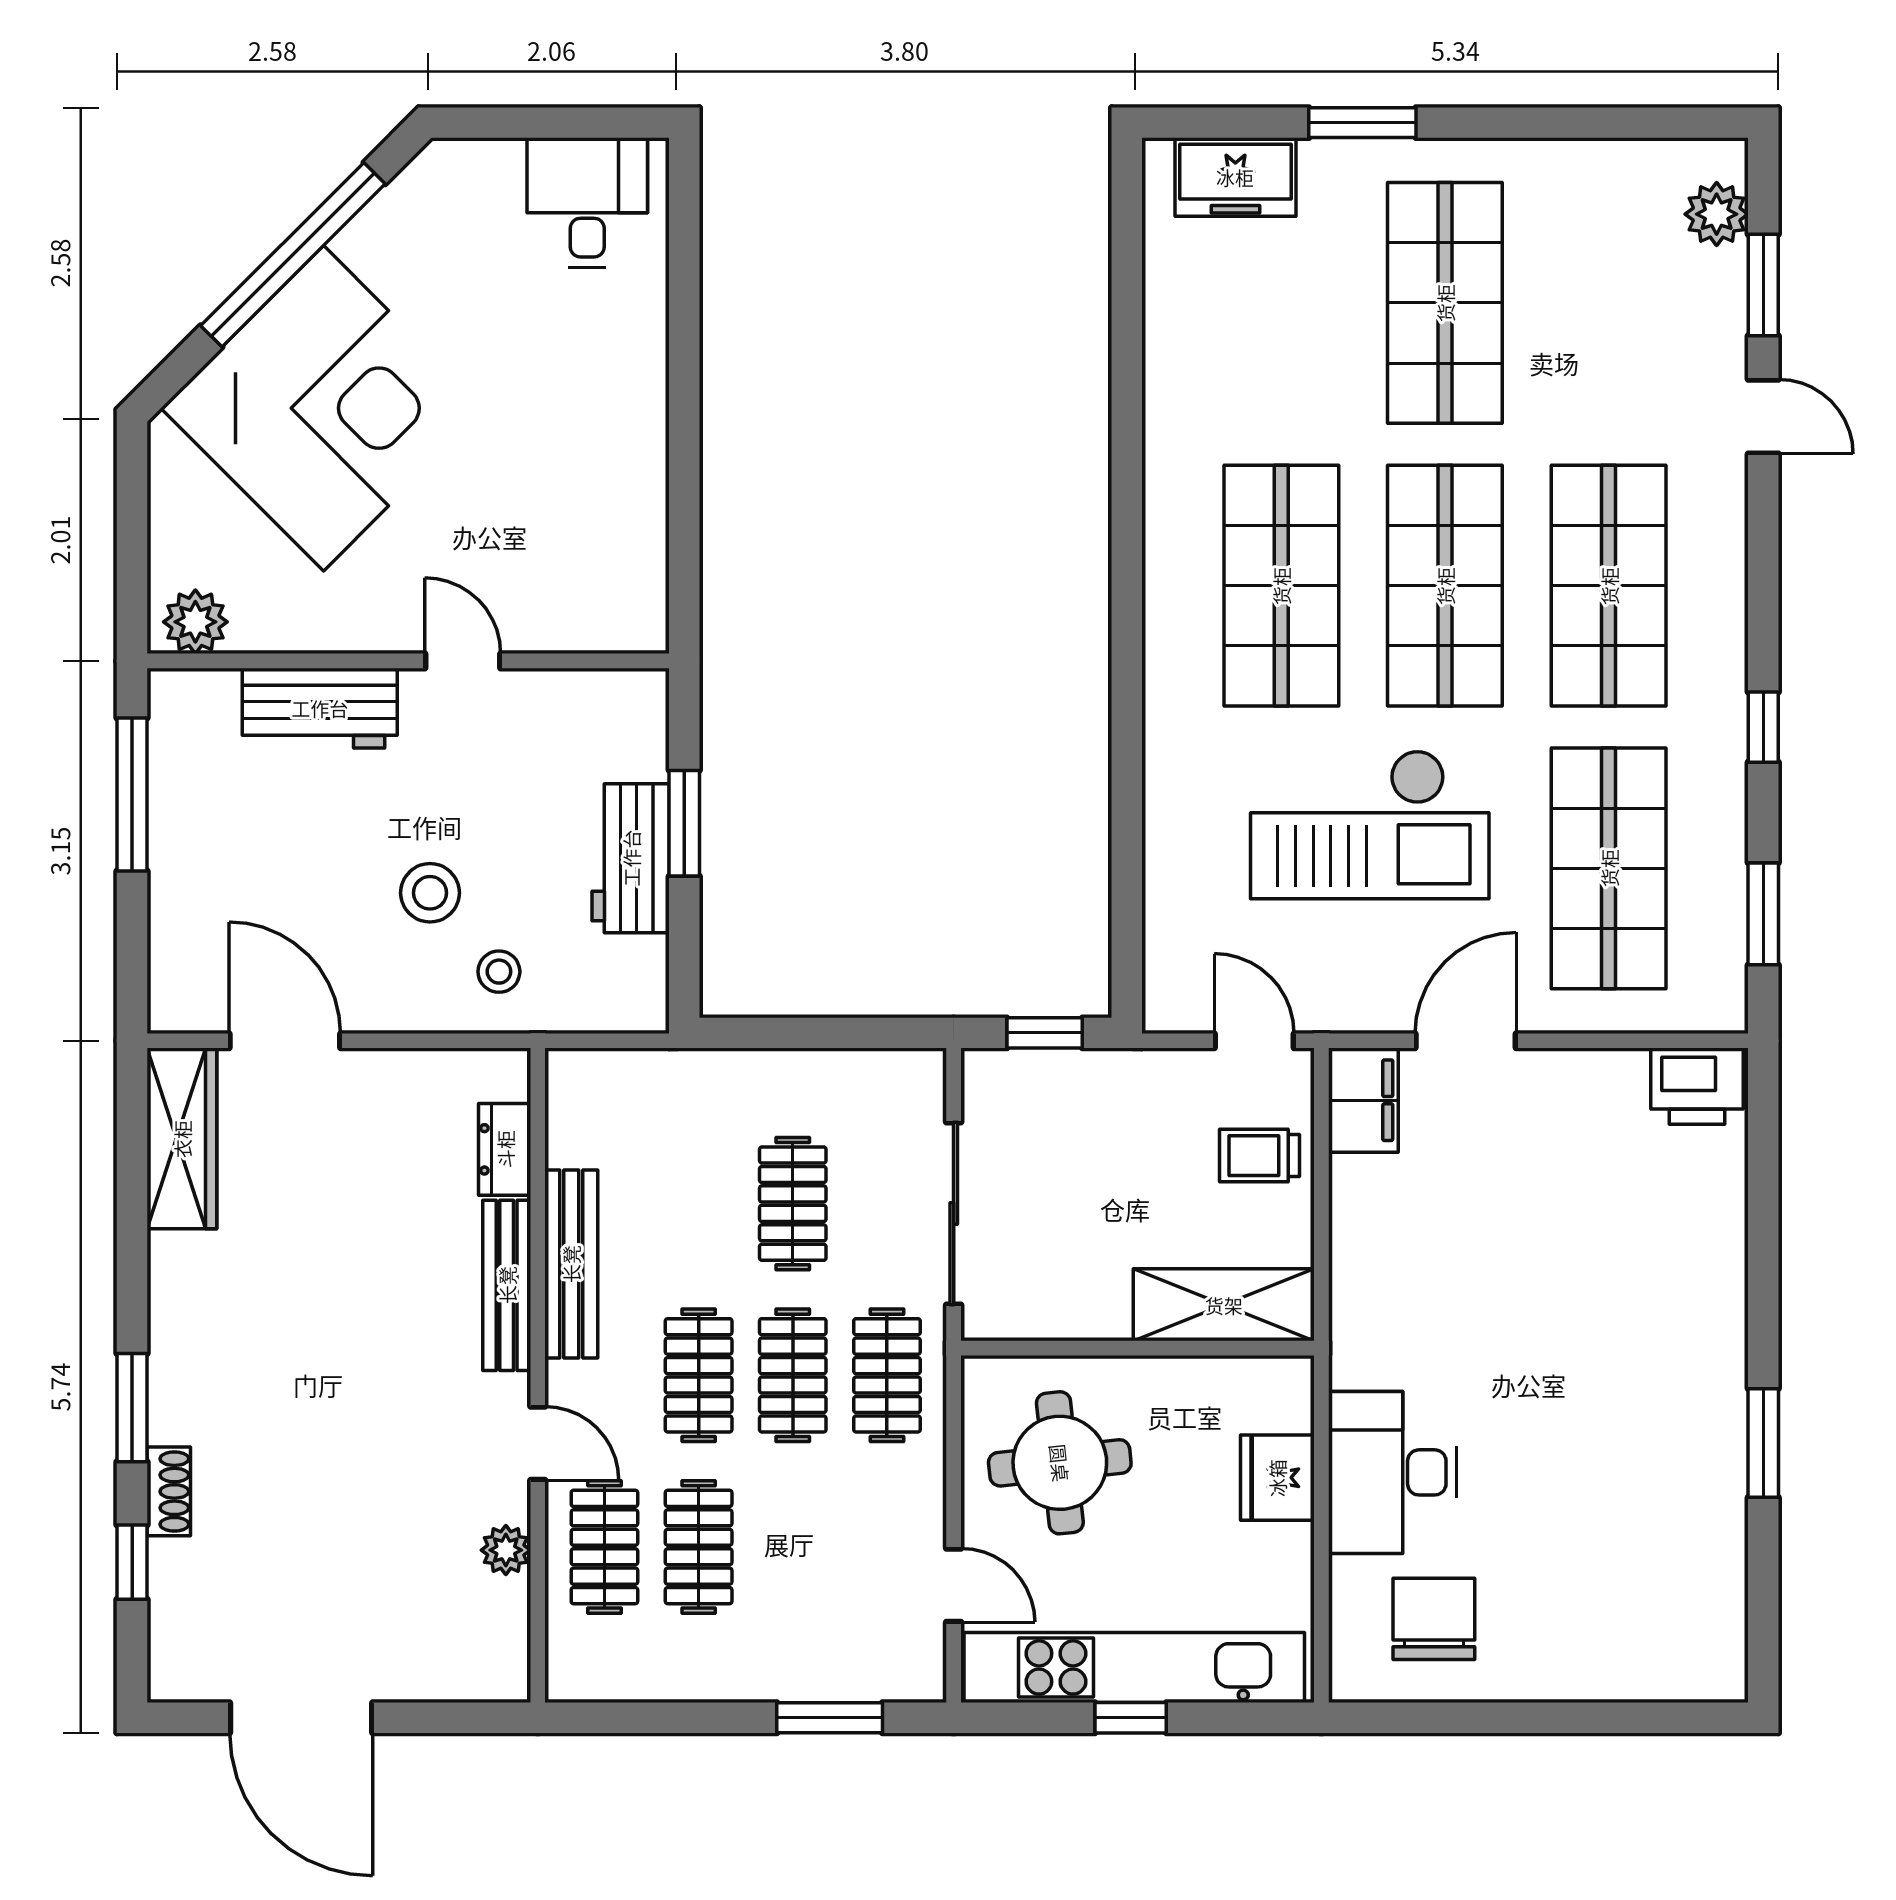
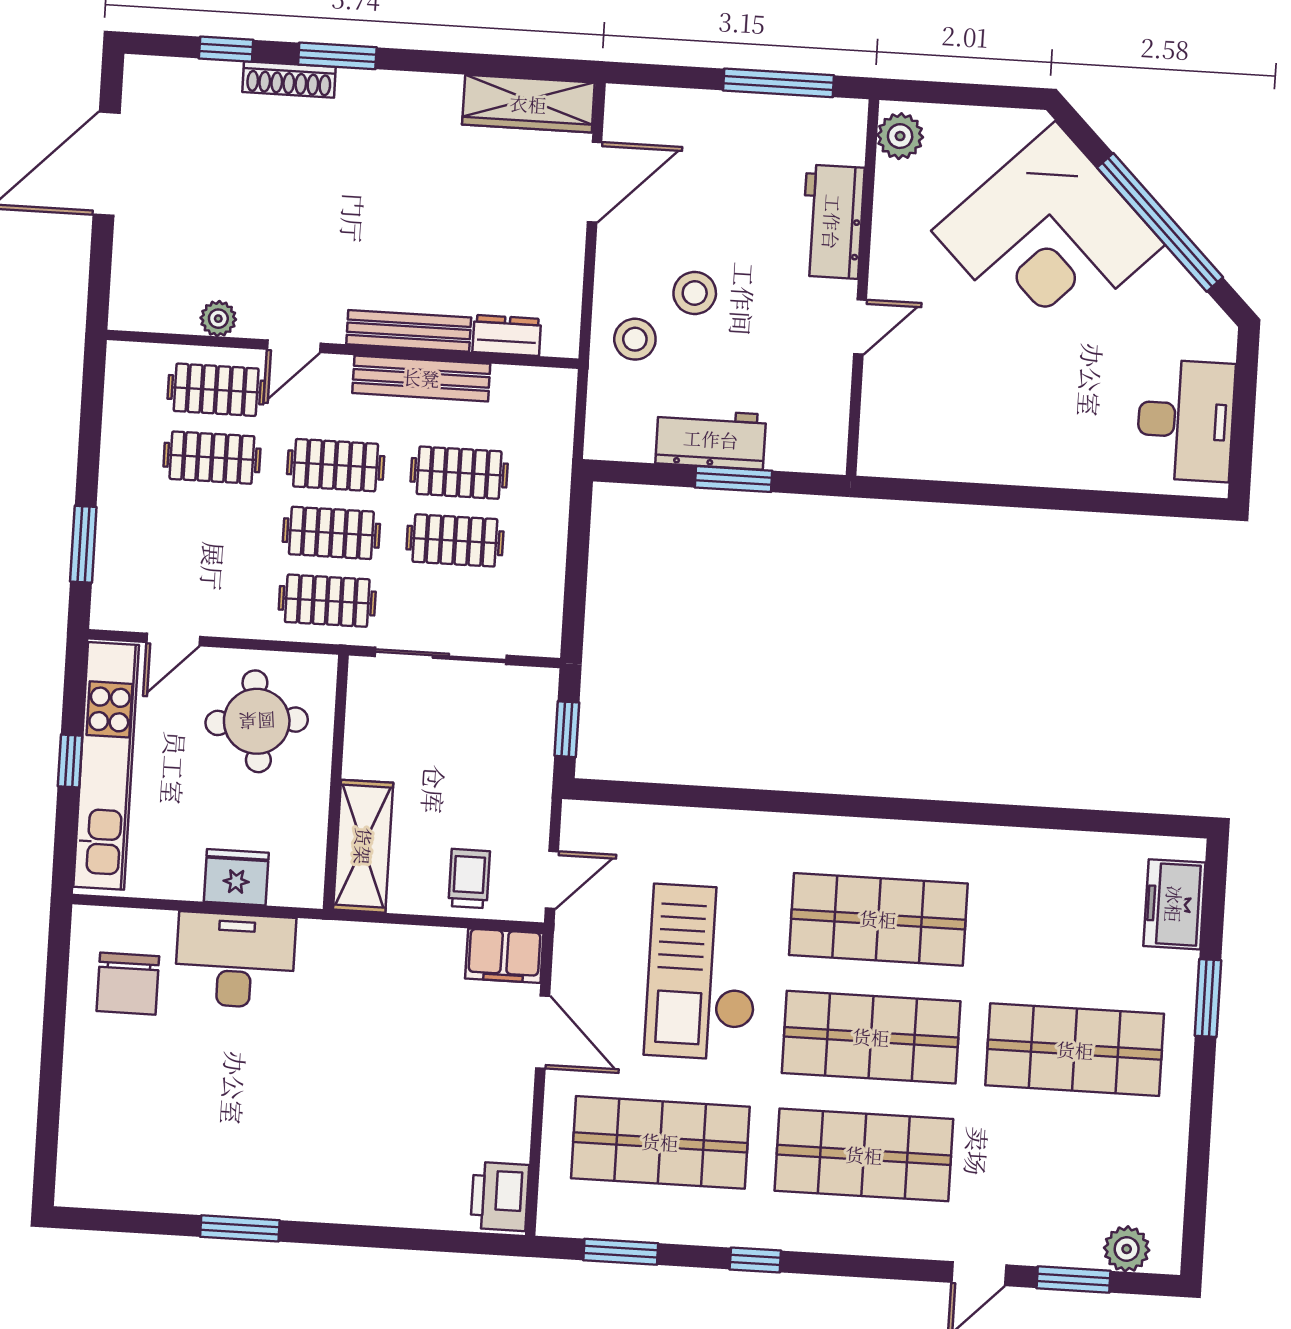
desk: (587, 203) -> (1186, 420), width x1.37
stool: (499, 972) -> (635, 339), width x1.37, depth x1.37
clothes rail: (699, 1204) -> (459, 473), added
shoe rack: (169, 1491) -> (289, 79), width x1.43
chair: (1434, 1619) -> (128, 984), turned 90

